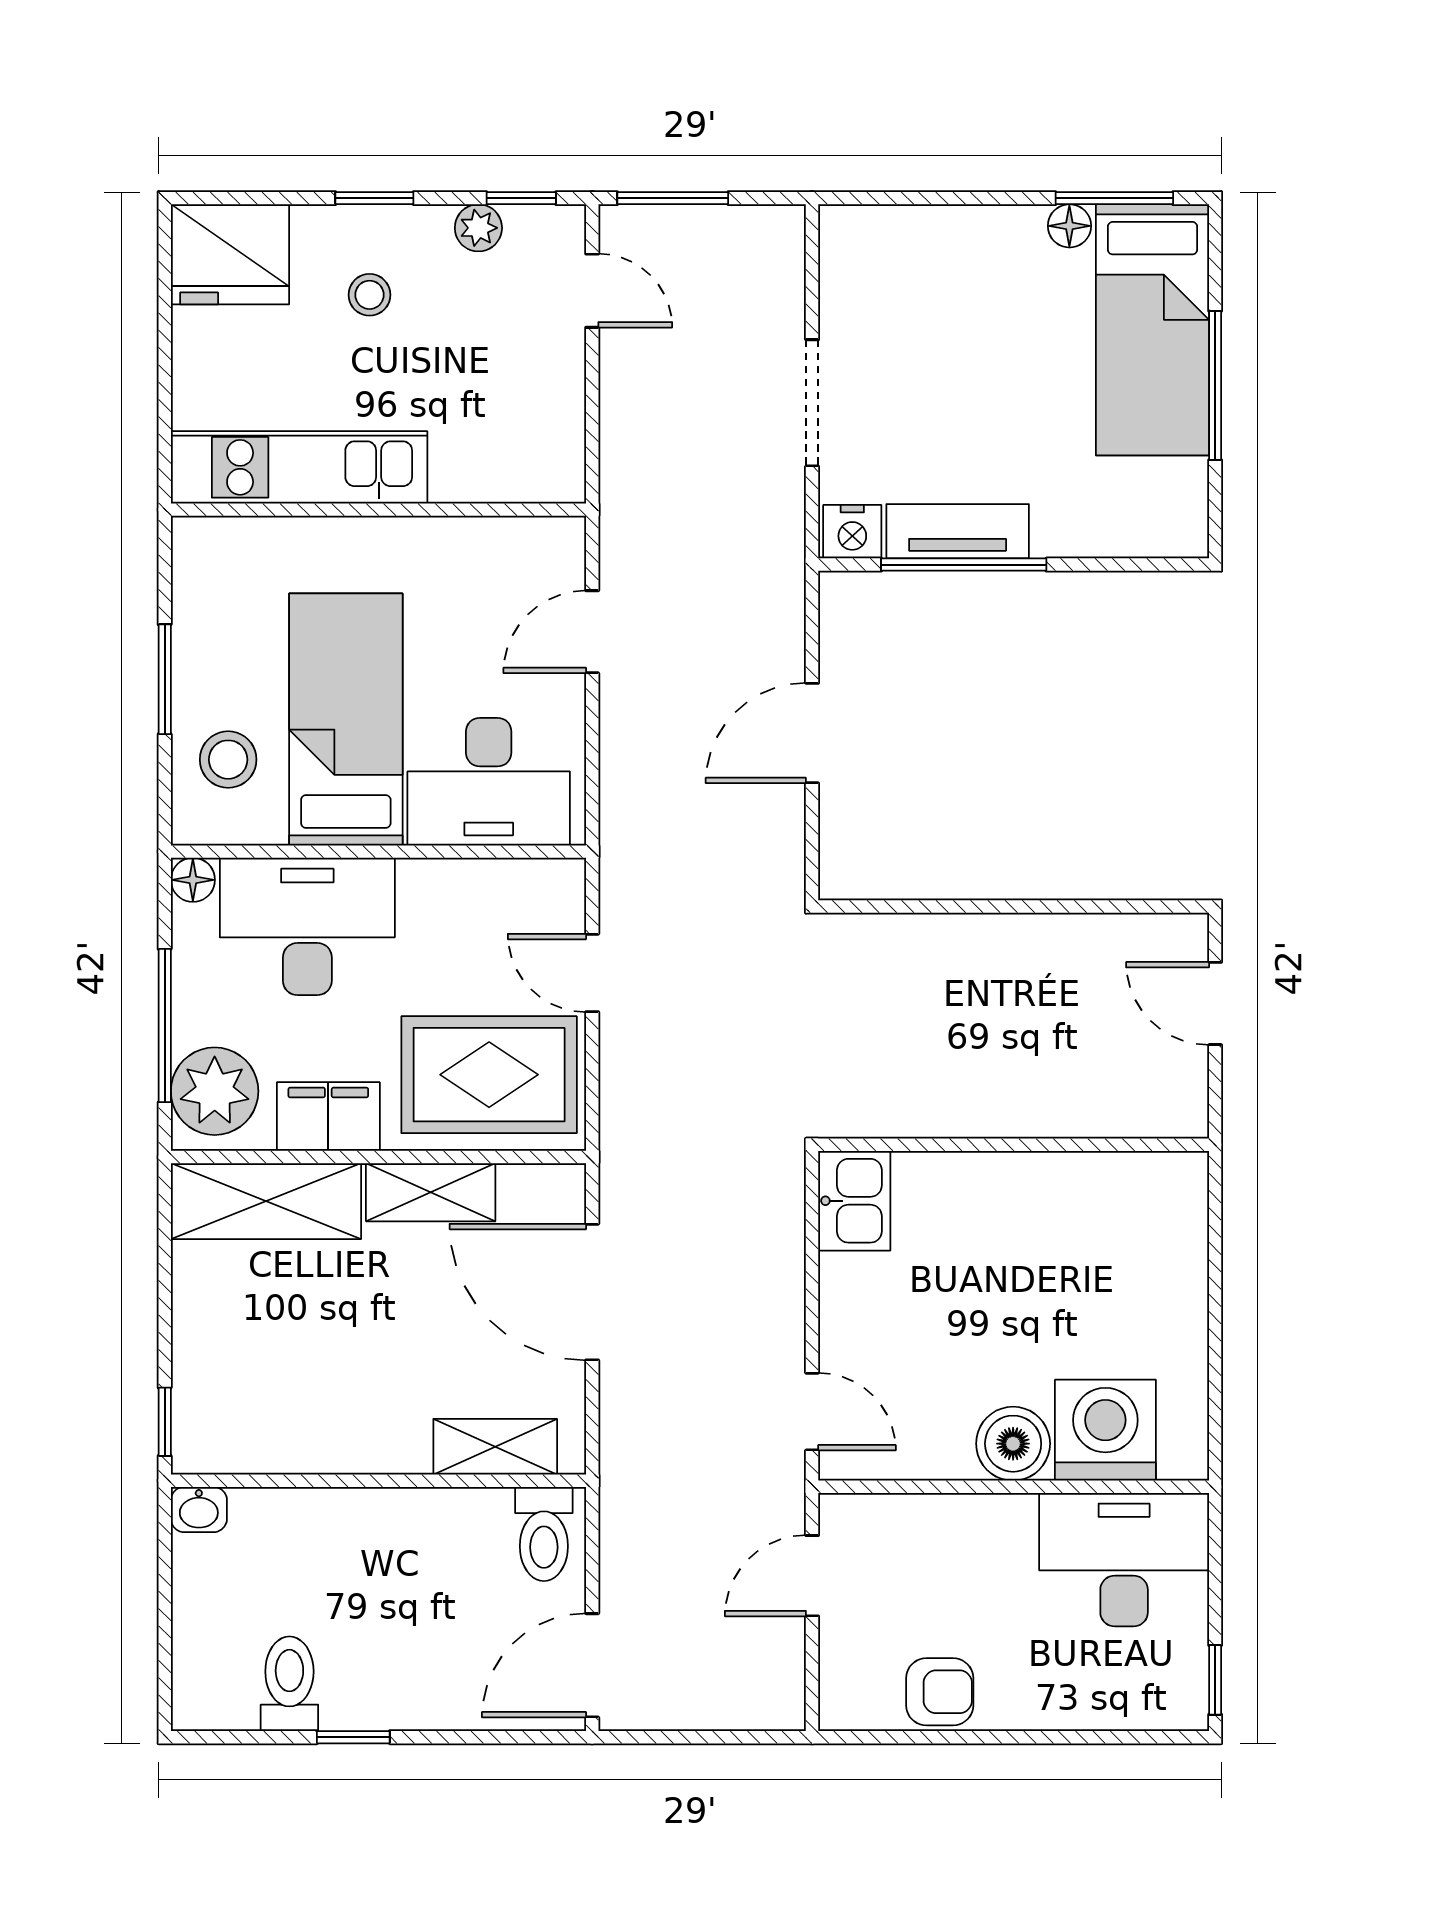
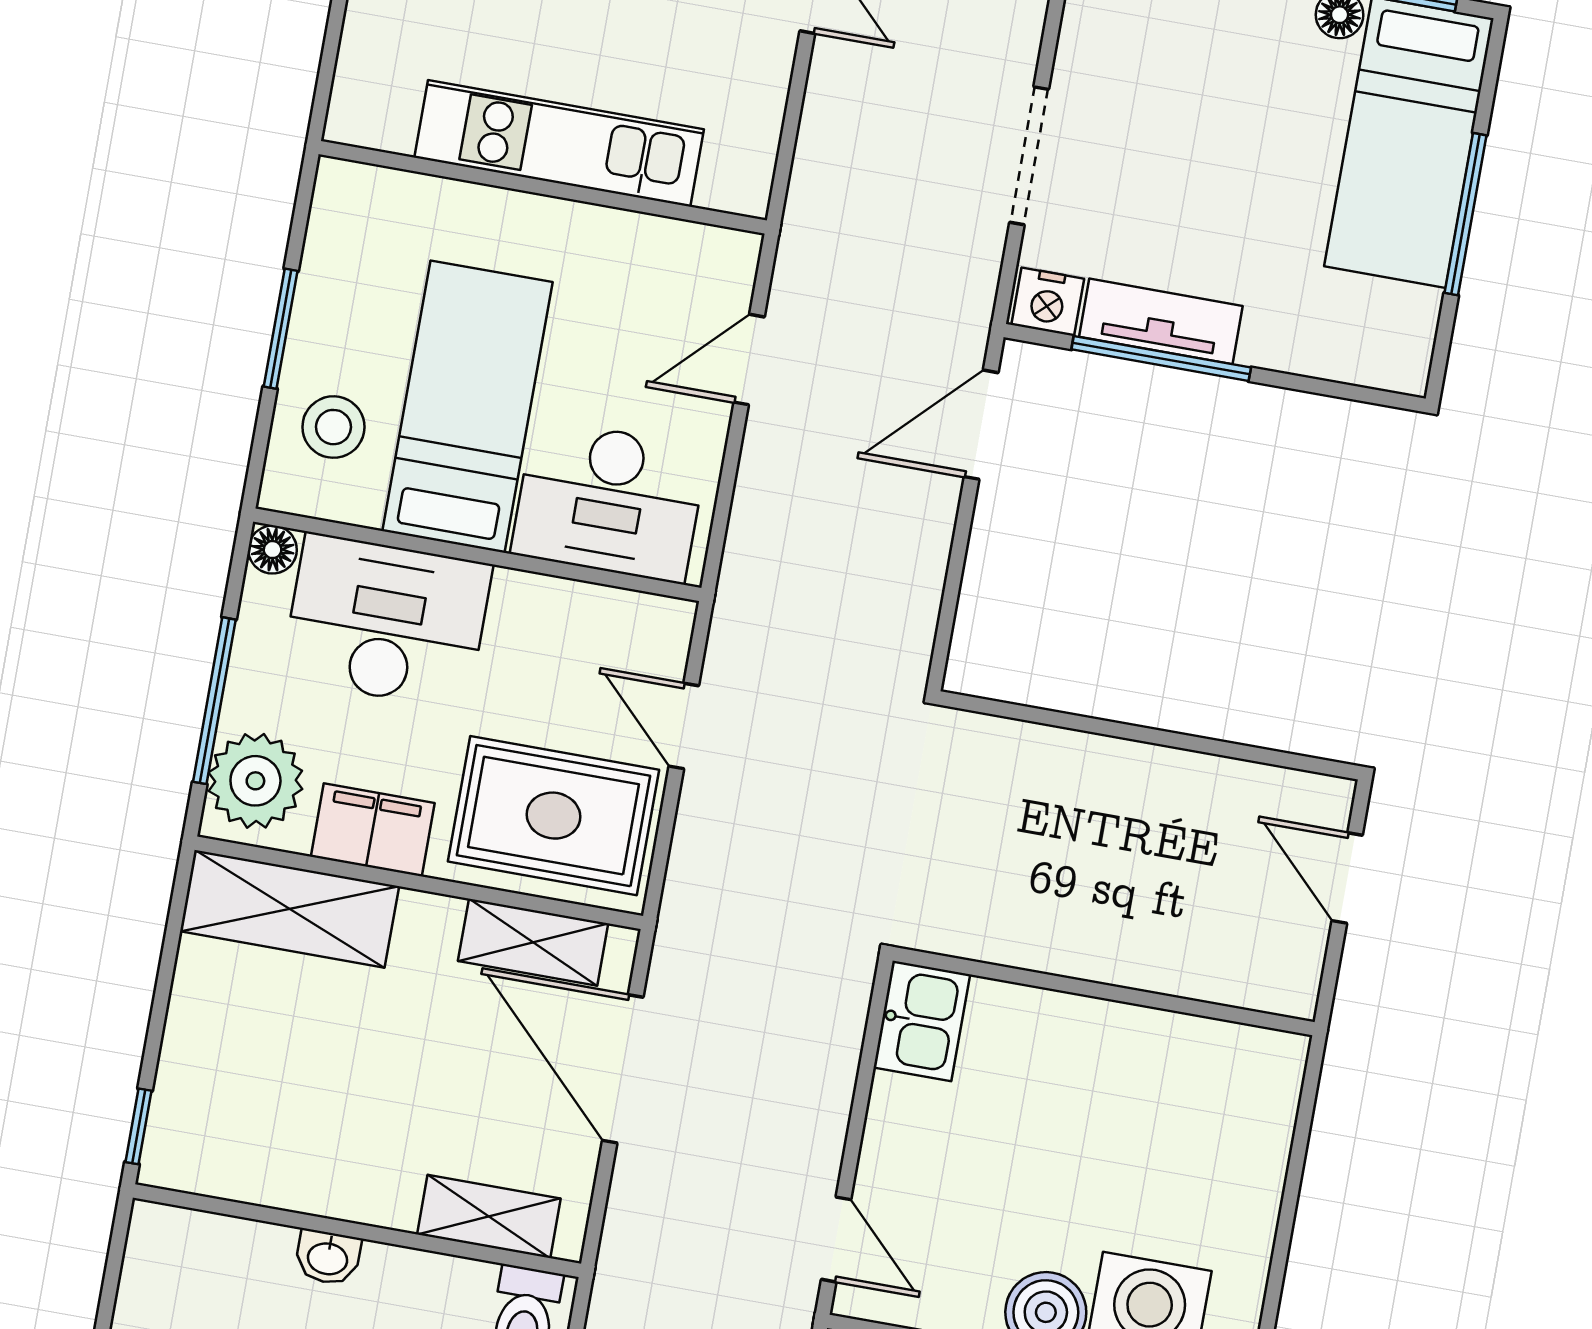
kitchen unit: (299, 467) -> (559, 143), moved
door: (812, 733) -> (981, 425), moved
shelving: (431, 1192) -> (533, 942), moved
washbasin: (199, 1509) -> (328, 1257), moved

